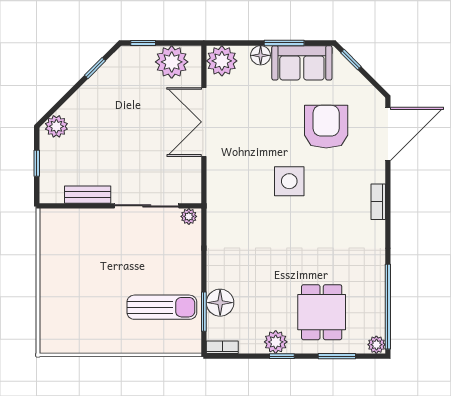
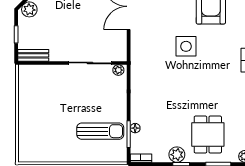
bench: (88, 195) -> (33, 55), moved
floor lamp: (220, 303) -> (135, 128), width x0.53, depth x0.53

